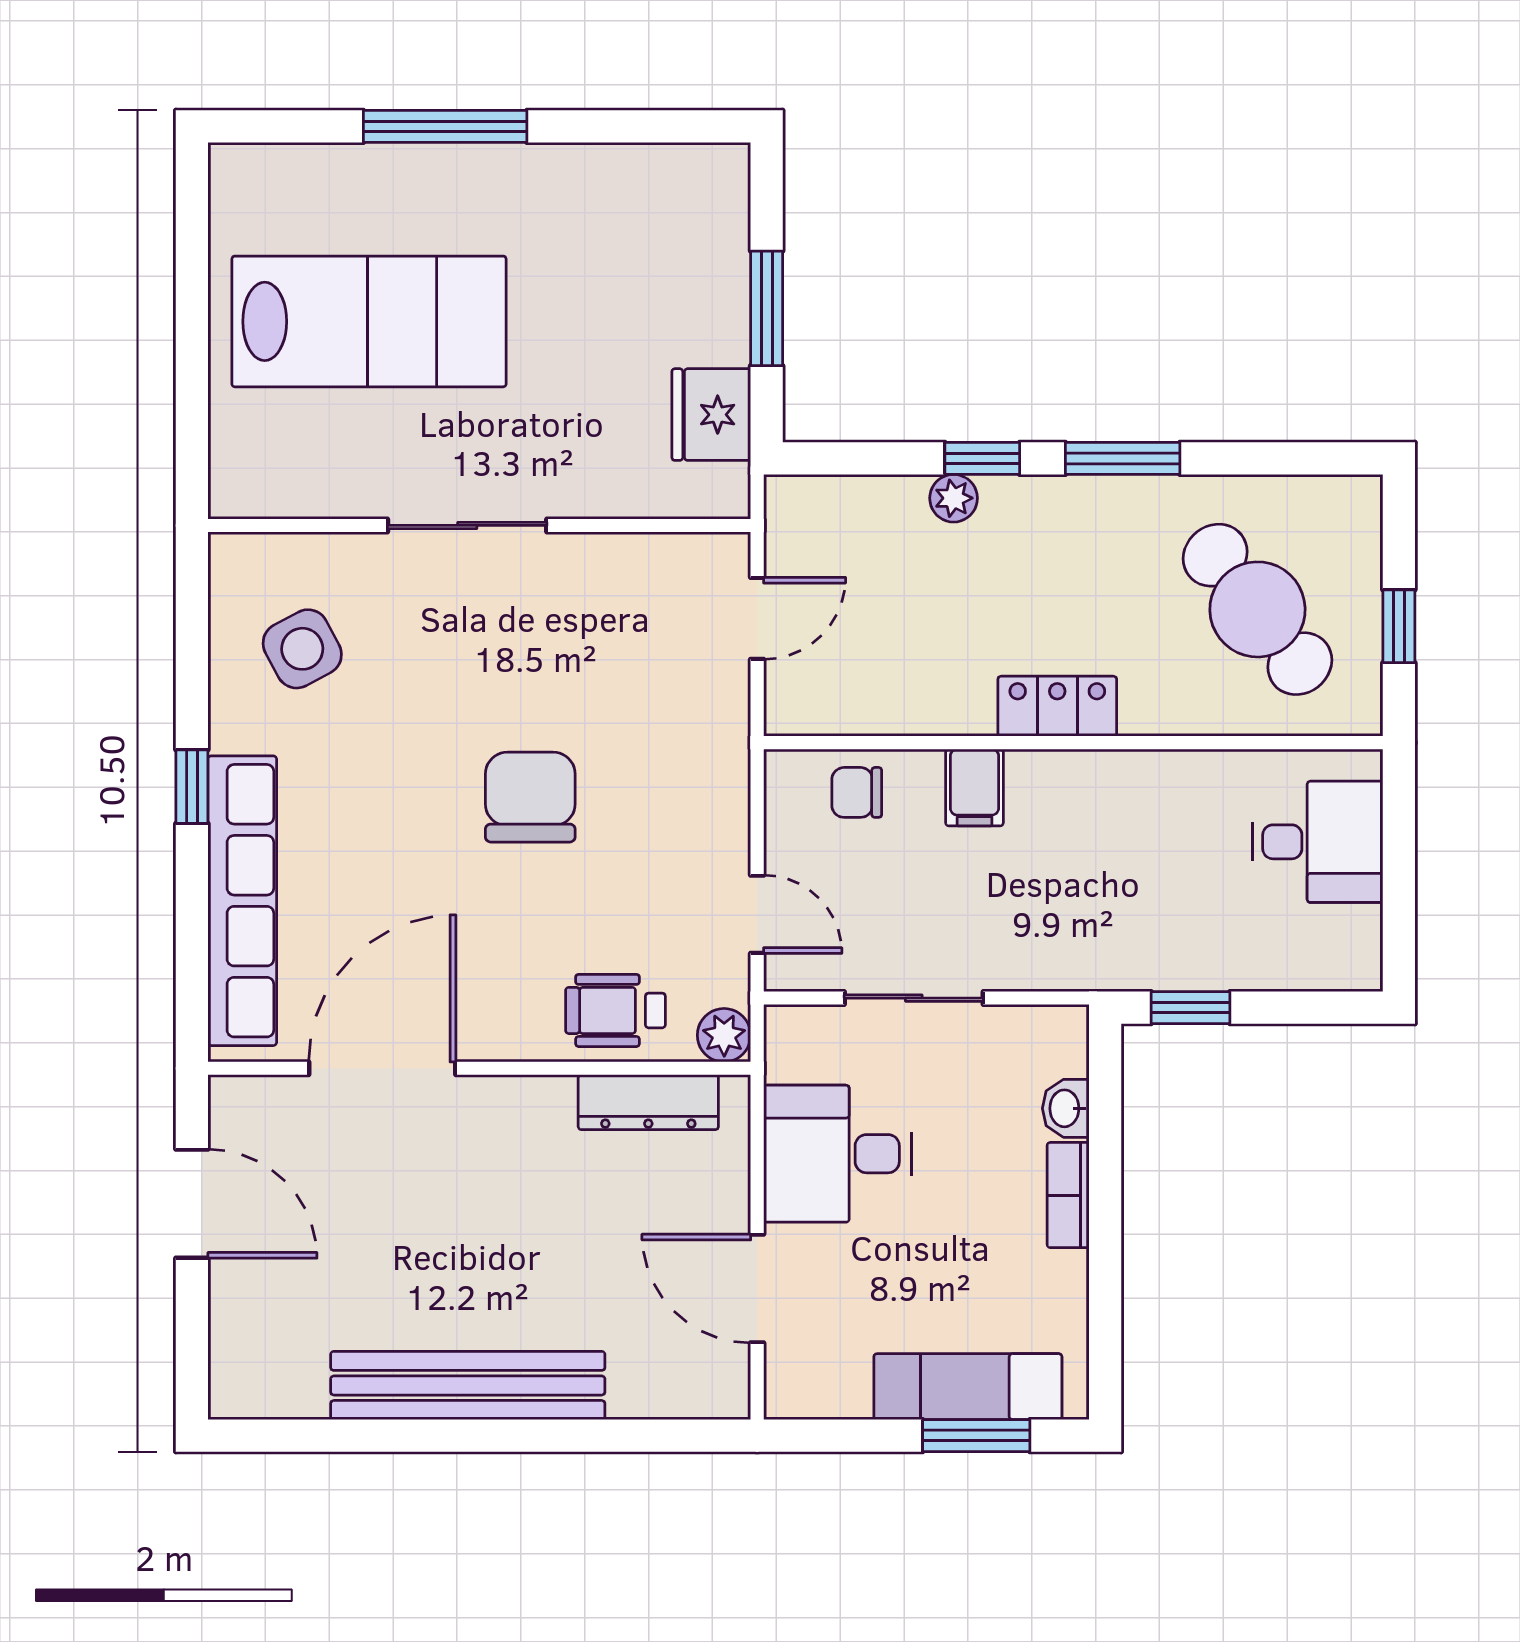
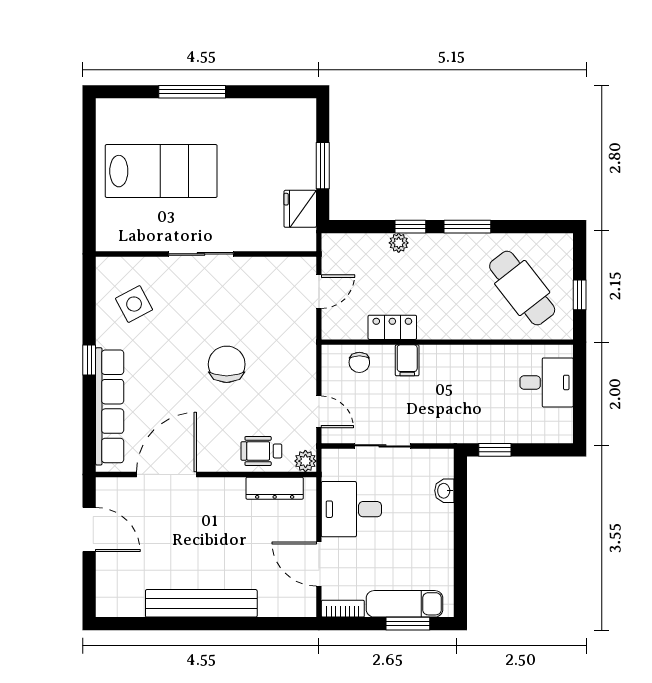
locker: (1057, 706) -> (392, 327), moved
chair: (857, 792) -> (359, 362), turned -90
bookcase: (1068, 1195) -> (343, 609), moved, turned 90

